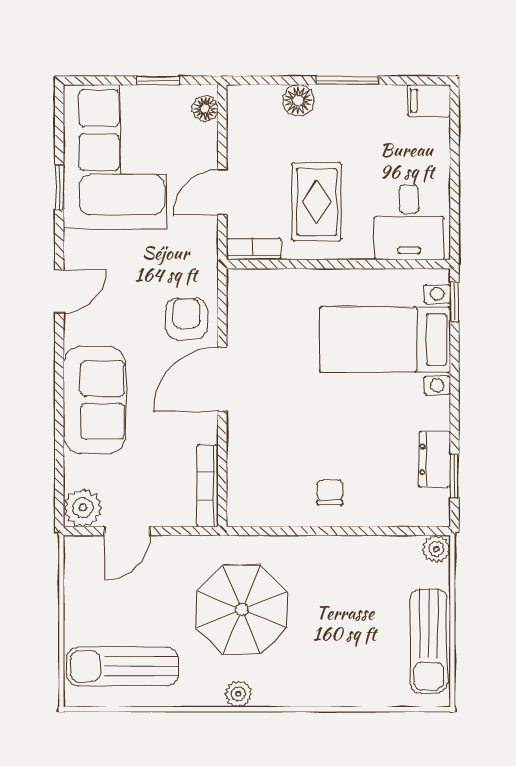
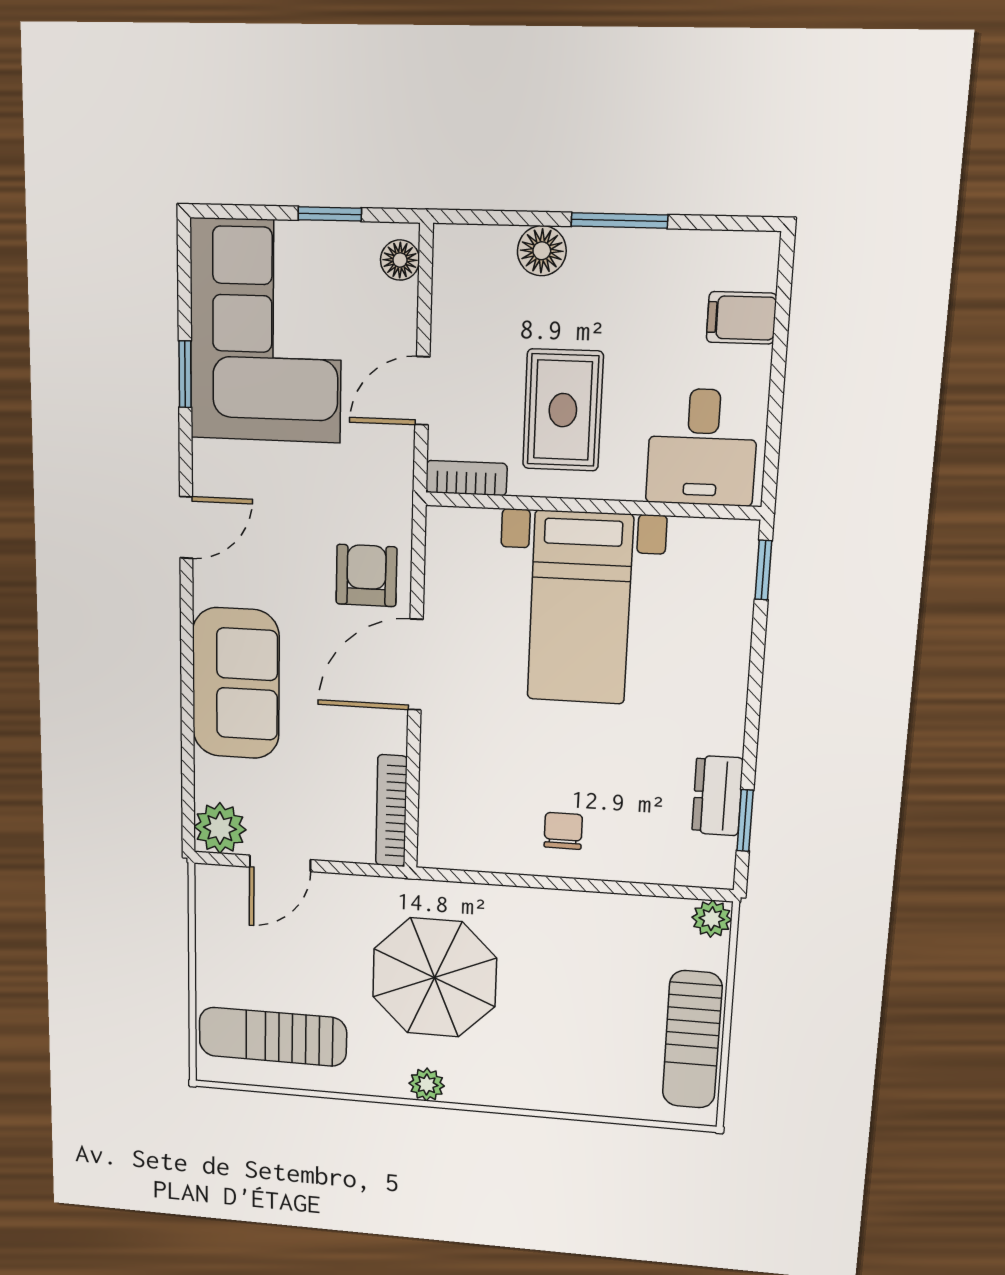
filing cabinet: (429, 101) -> (741, 318), moved
bed with nightstands: (385, 340) -> (580, 608), moved, turned -90

